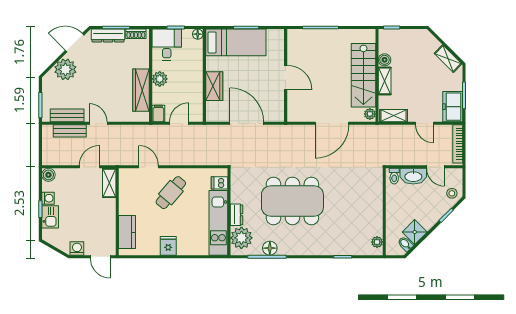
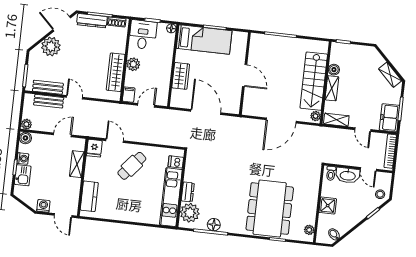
plant: (48, 159) -> (26, 124), added
shelving: (109, 183) -> (77, 164), moved
dining table: (292, 201) -> (270, 209), moved, turned 90
shower: (415, 232) -> (328, 206), moved, turned 45
fridge: (168, 246) -> (94, 148), moved, turned 180

